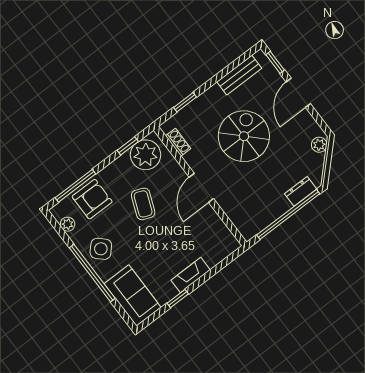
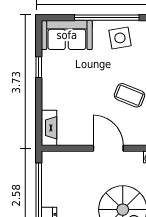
side table: (101, 249) -> (120, 38), turned 36
fireplace: (191, 275) -> (49, 128), moved

